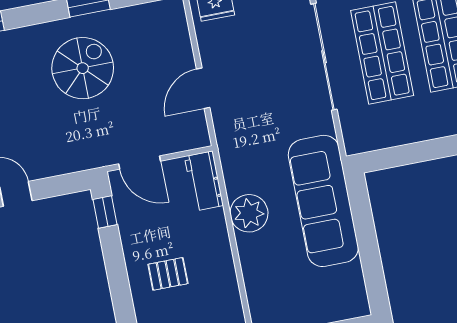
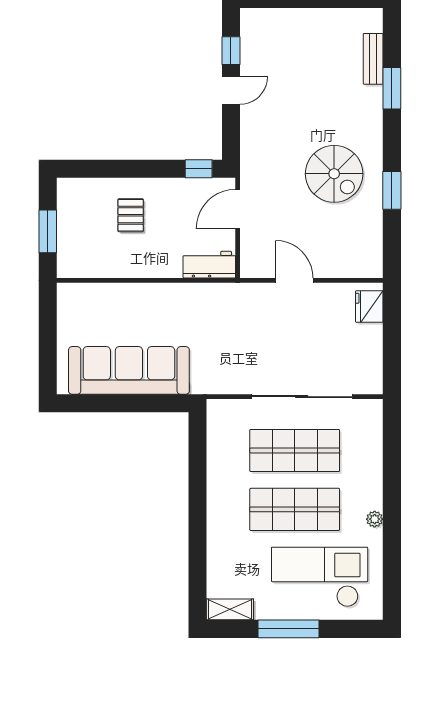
sofa: (323, 201) -> (129, 370), moved
plant: (249, 213) -> (172, 300), removed

